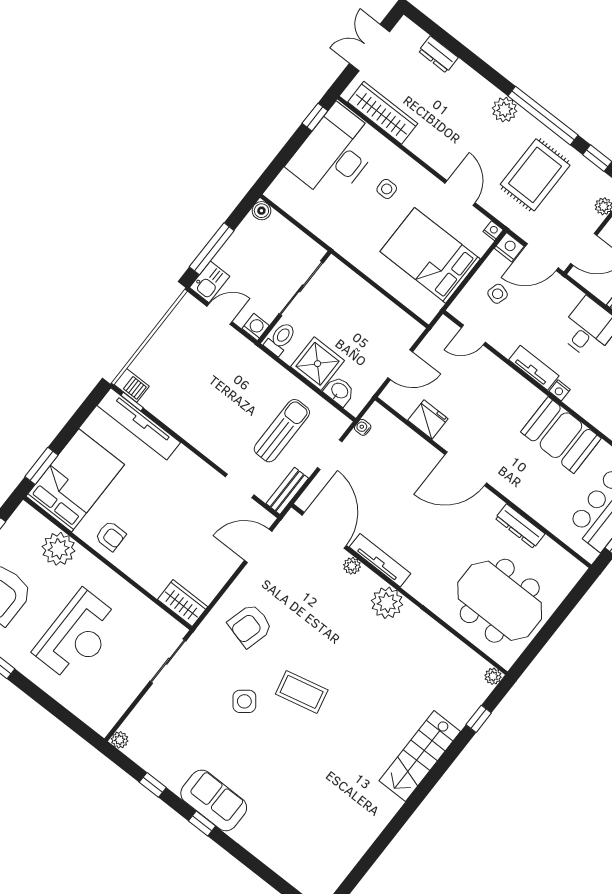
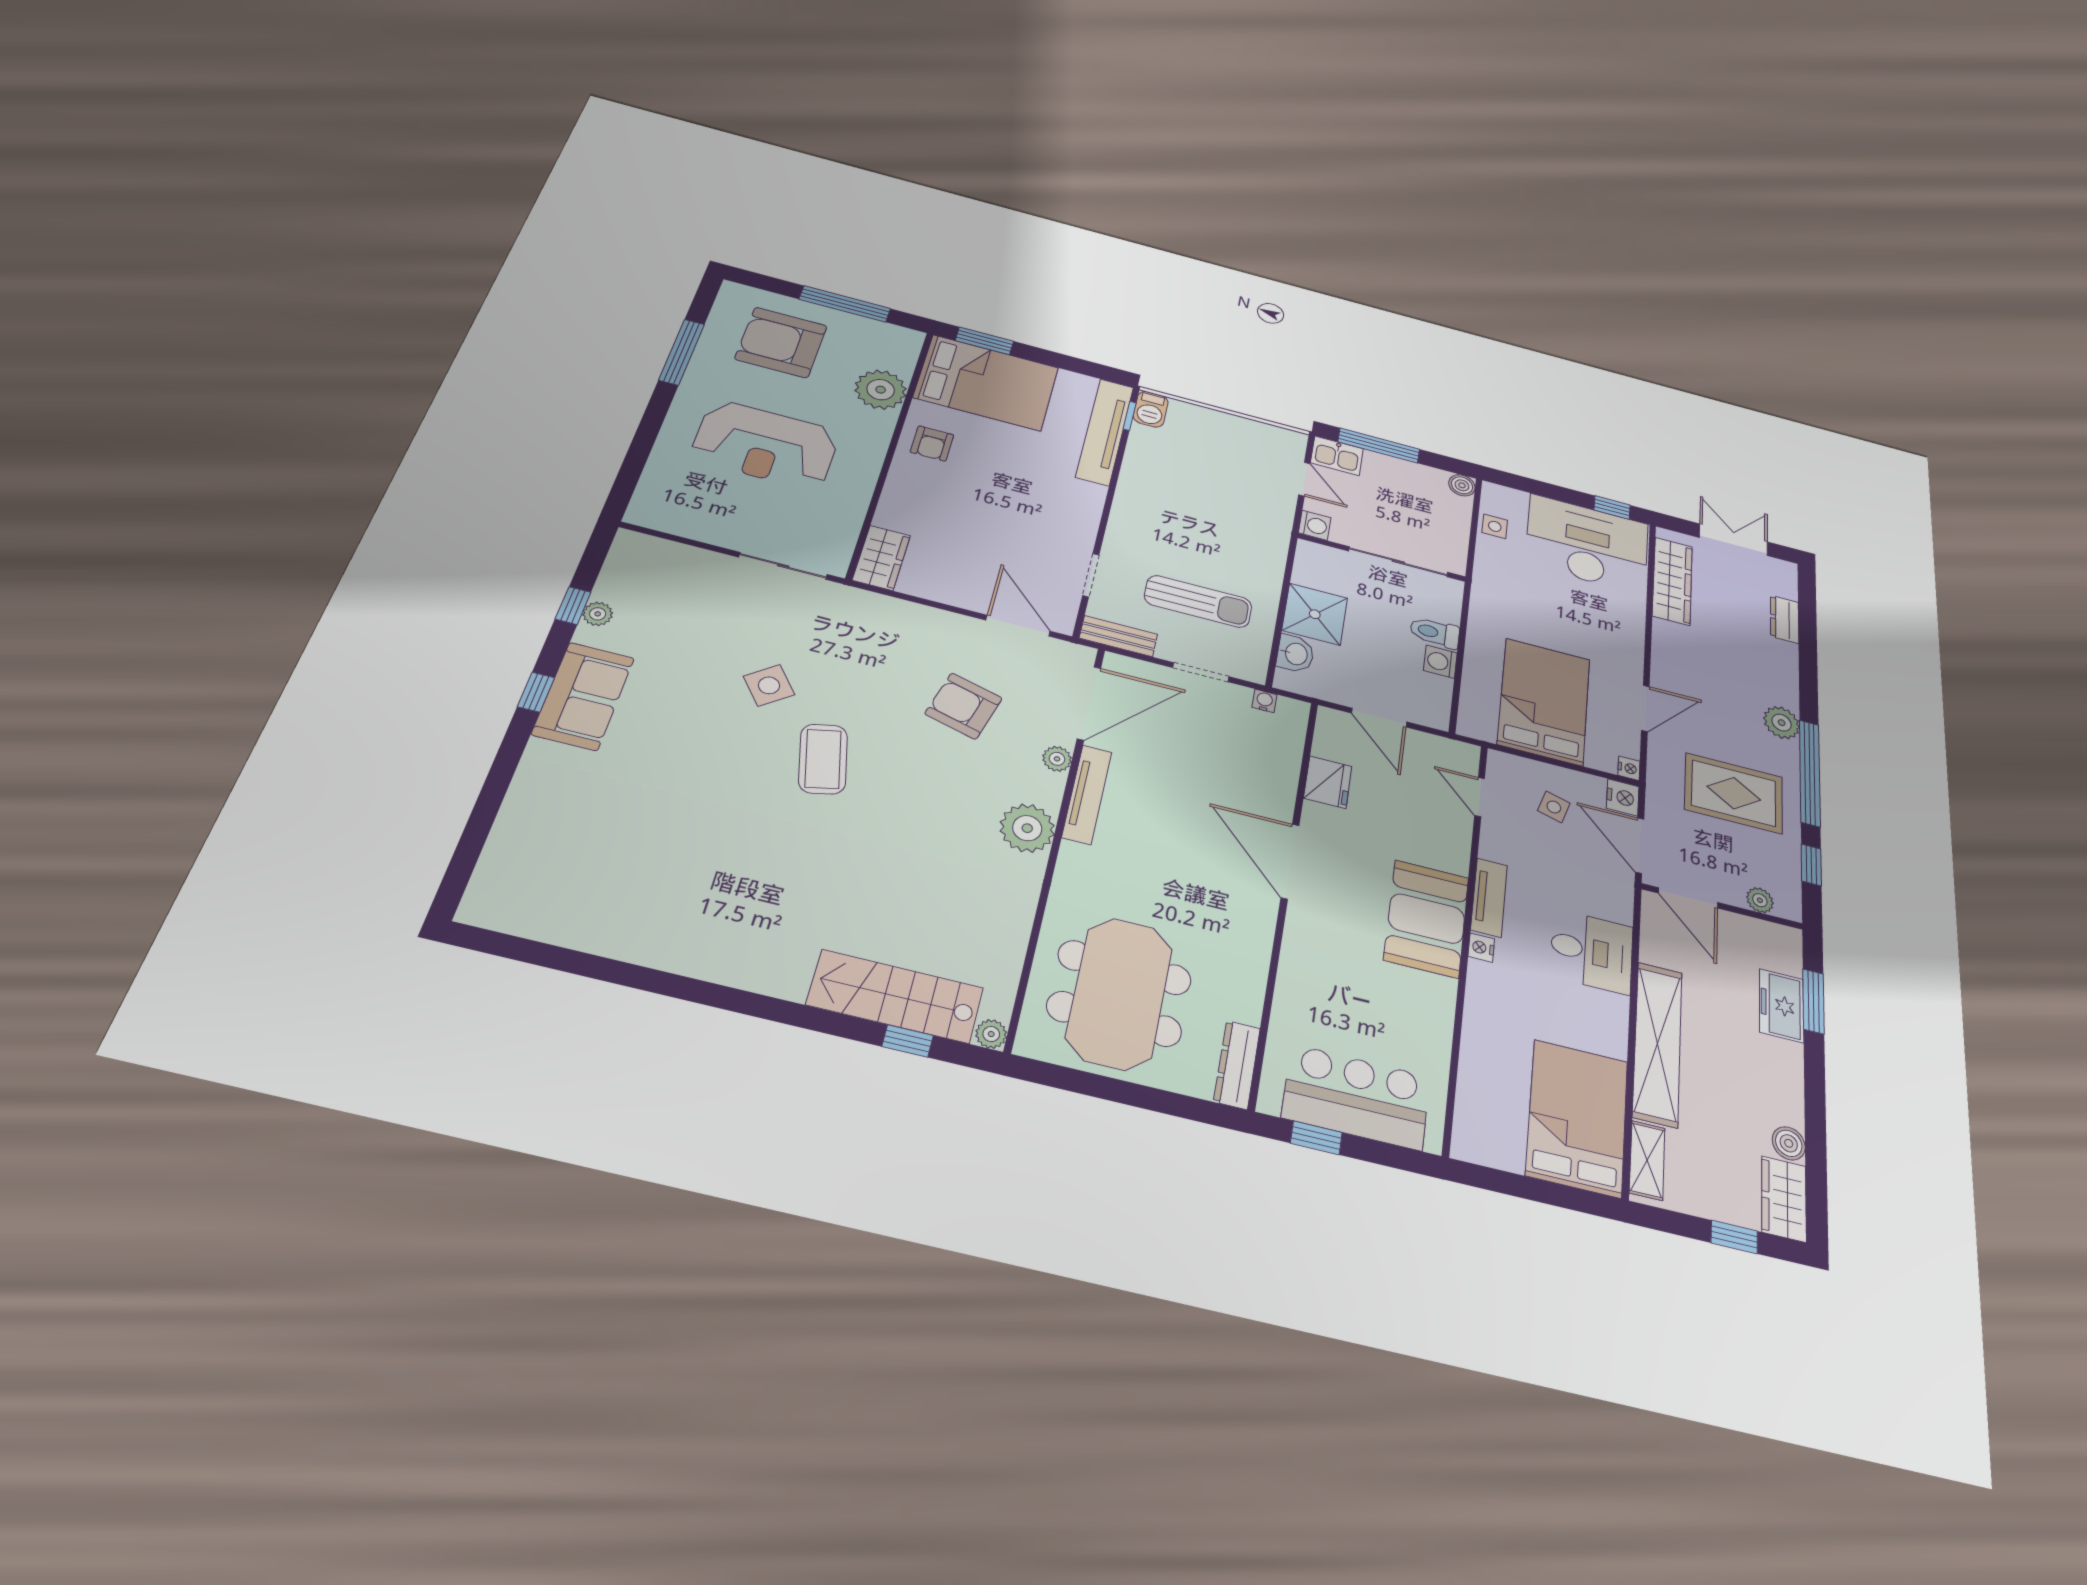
side table: (387, 189) -> (1495, 526), moved
washing machine: (379, 304) -> (1440, 662), added
toilet: (280, 339) -> (1435, 632), moved, turned 180
booth: (561, 435) -> (1427, 919), moved
dresser: (520, 526) -> (1237, 1065), moved
armchair: (250, 626) -> (964, 706), moved
plant: (120, 740) -> (598, 614), moved
stairs: (420, 756) -> (895, 996), moved

